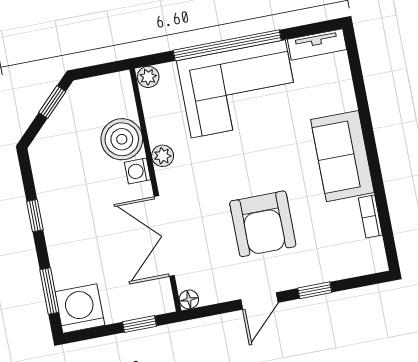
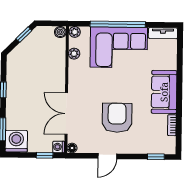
boiler: (122, 139) -> (60, 32), moved, width x0.54, depth x0.54
plant: (163, 156) -> (74, 54), moved
washing machine: (138, 171) -> (59, 147), moved
armchair: (263, 224) -> (117, 118), turned 180
window: (315, 290) -> (156, 157), moved

